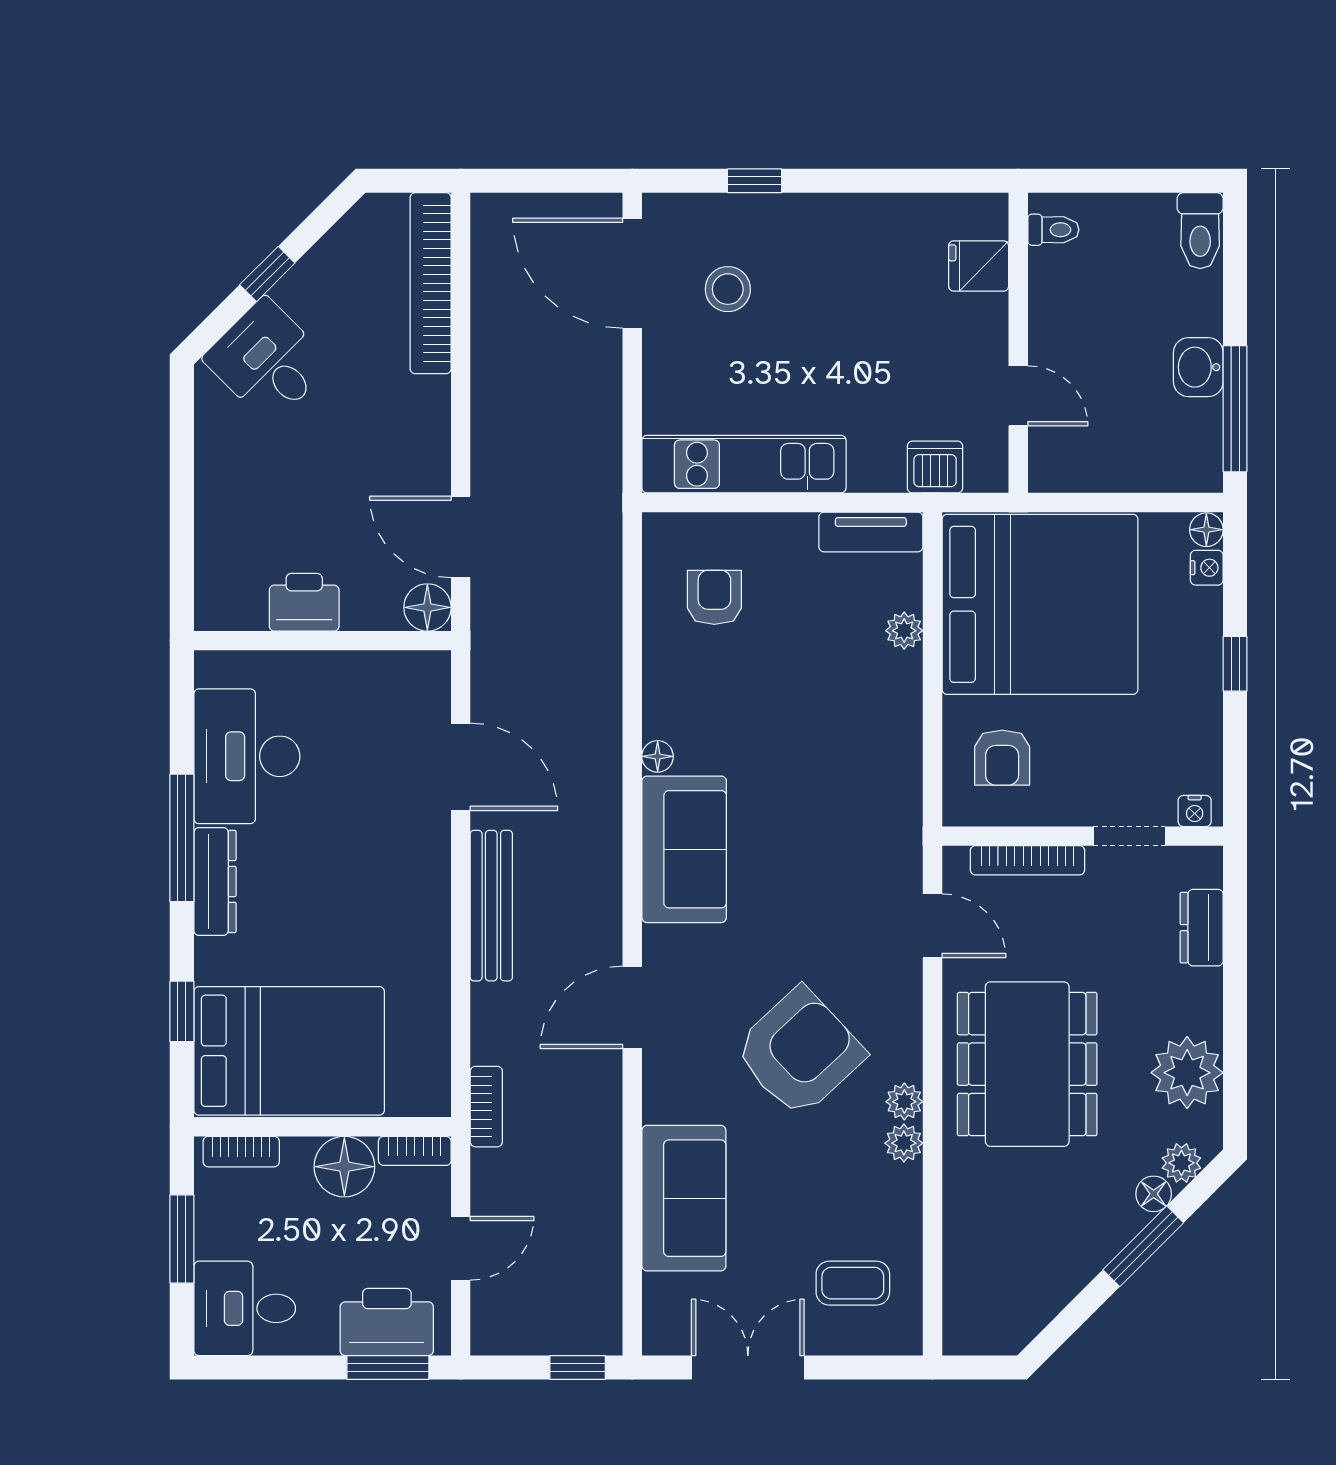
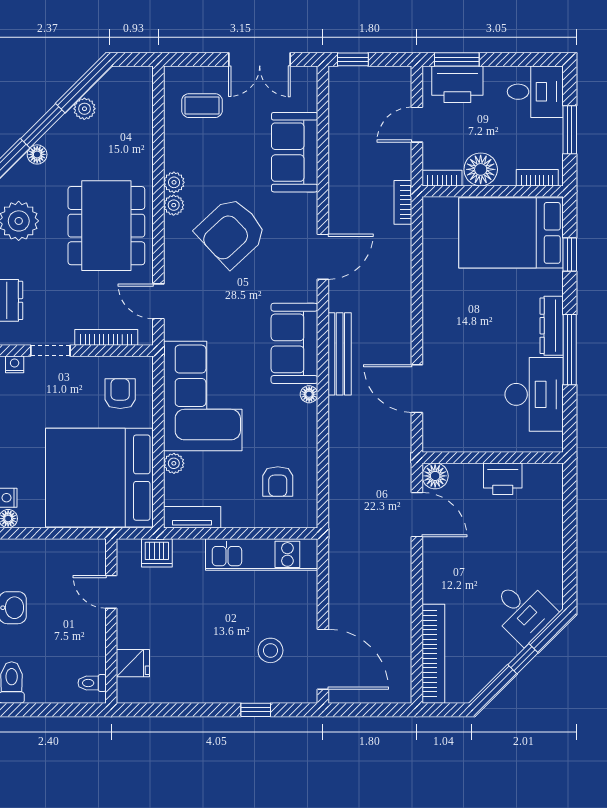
corner sofa: (852, 753) -> (203, 396), added
bench: (491, 906) -> (340, 354), moved
plant: (1181, 1163) -> (84, 109), moved

